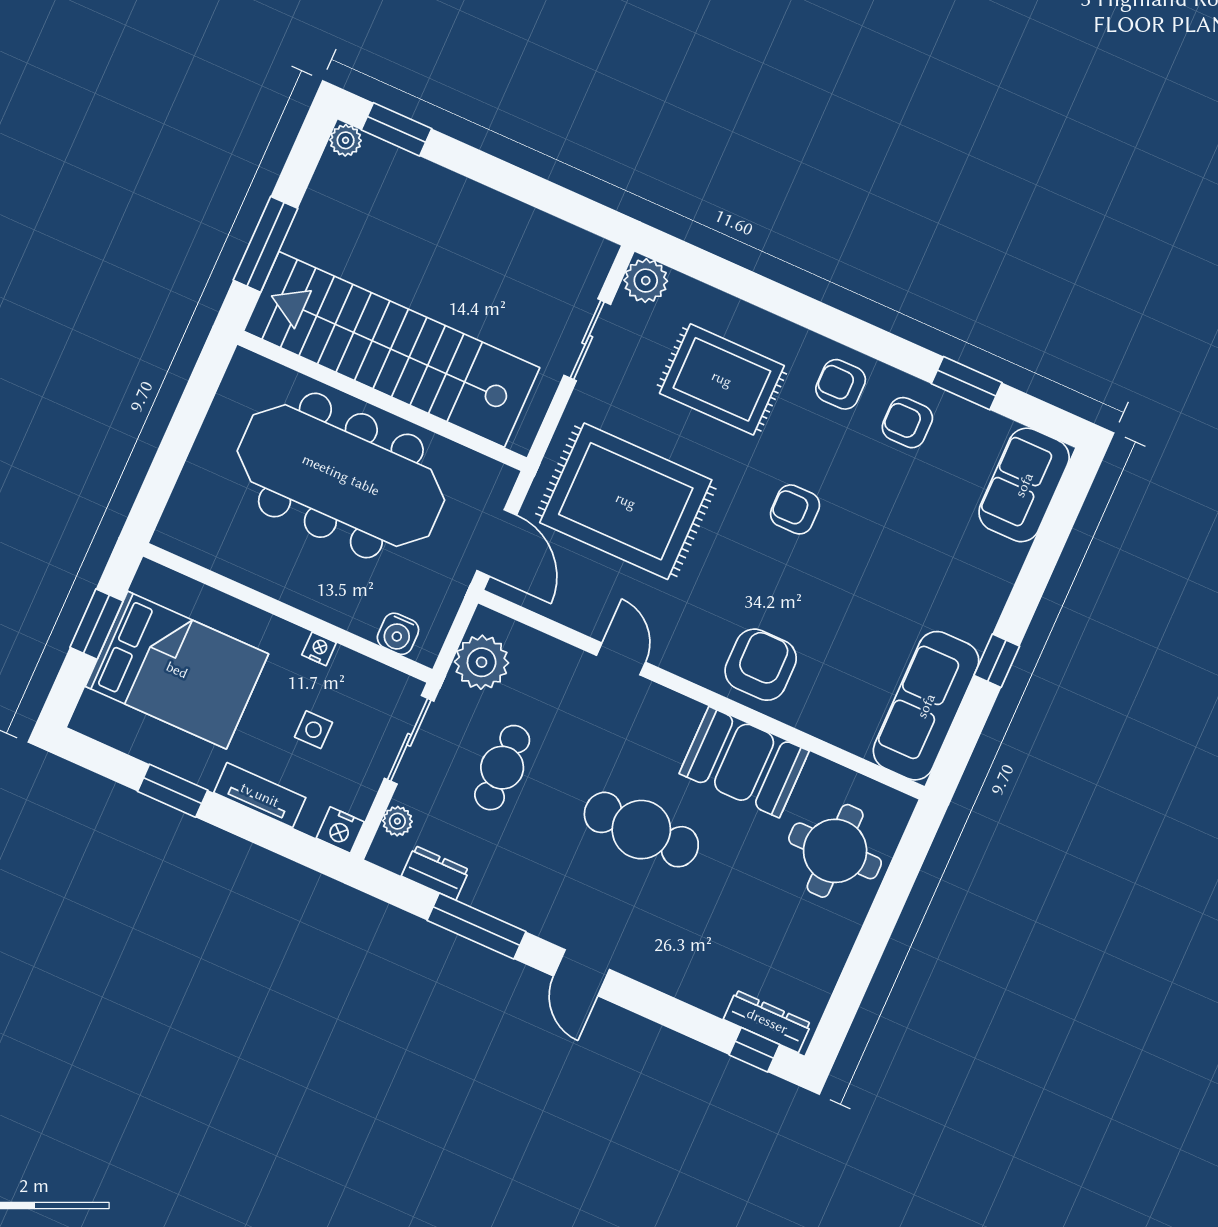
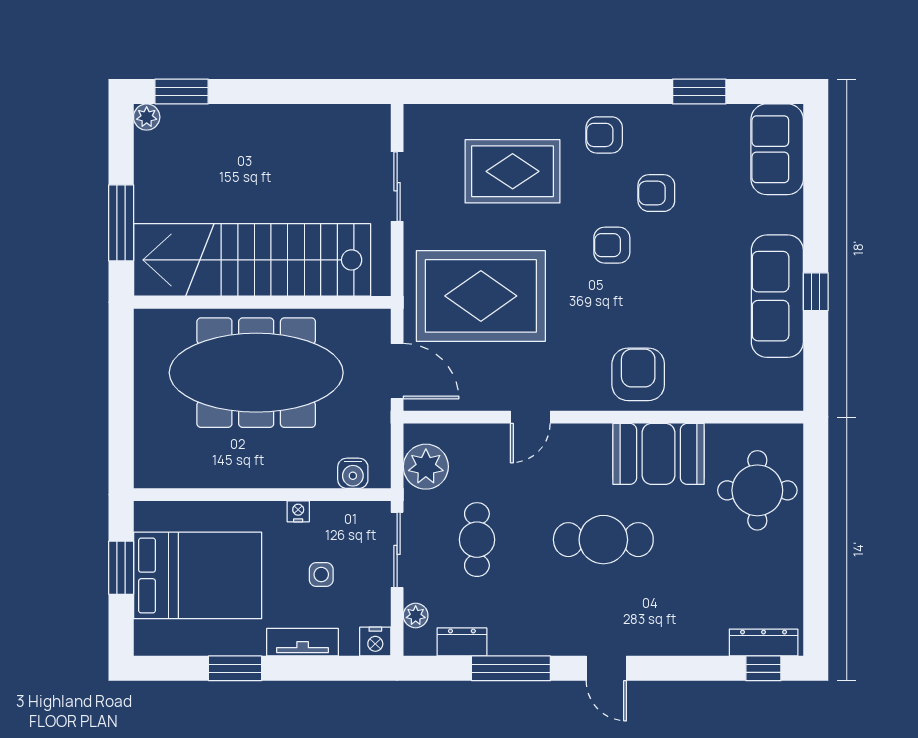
plant: (646, 281) -> (421, 122), removed
armchair: (907, 423) -> (656, 193), moved
door: (621, 659) -> (530, 417), swing flipped
sofa: (926, 706) -> (777, 296), moved

